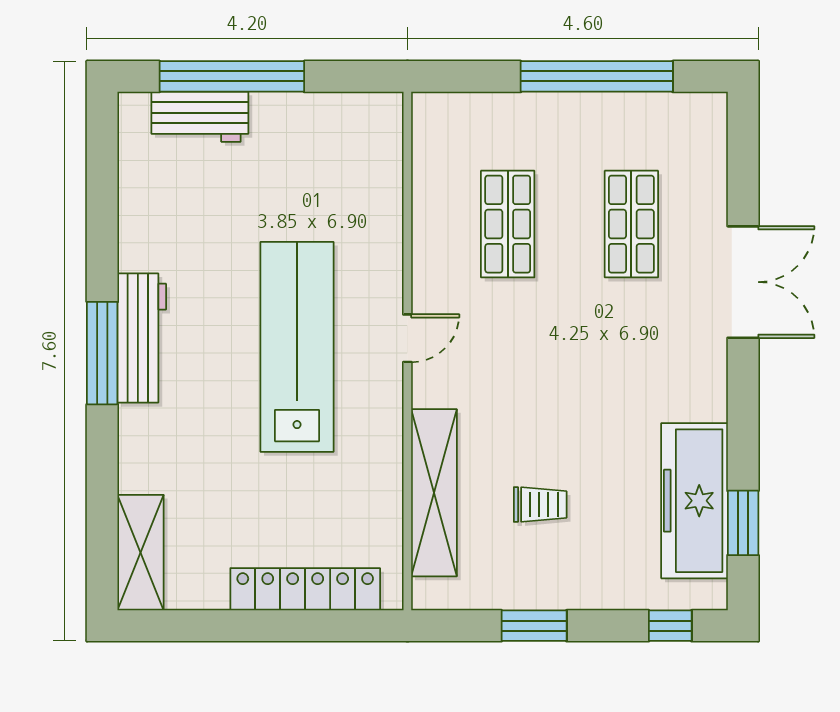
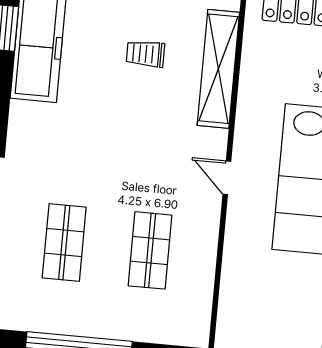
door: (407, 338) -> (227, 178), hinge flipped

